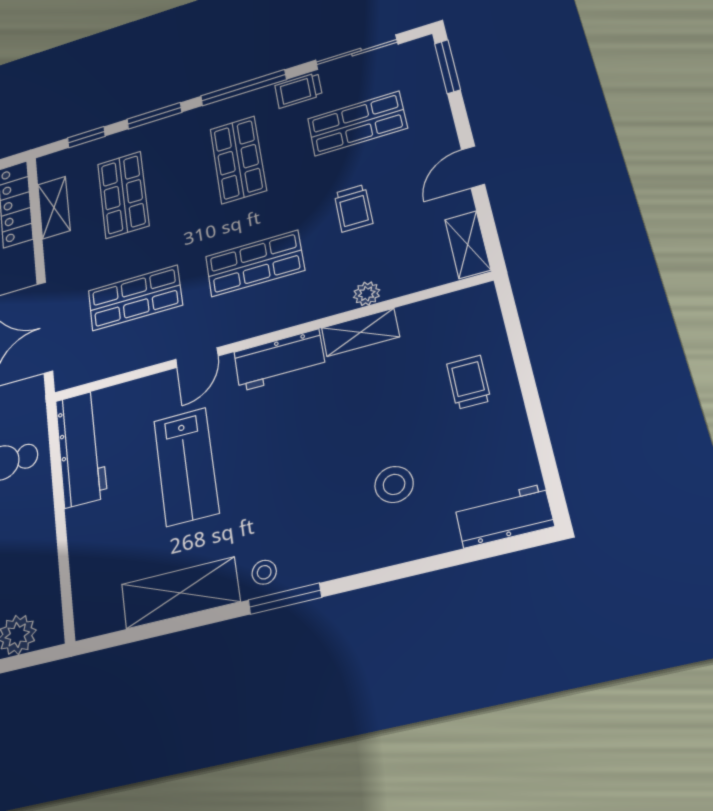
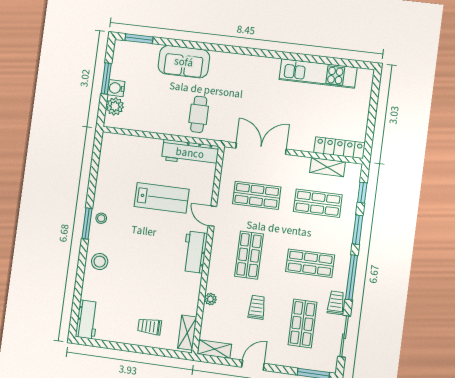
door: (473, 167) -> (253, 365), hinge flipped
trolley: (353, 208) -> (257, 307), turned 90
shop shelf: (135, 298) -> (257, 195), turned 90
shelving: (360, 332) -> (187, 333), moved
trolley: (469, 382) -> (150, 327), turned 180
lab bench: (186, 466) -> (162, 198), turned 180
stool: (394, 484) -> (100, 262), moved
shelving: (180, 593) -> (106, 181), removed

